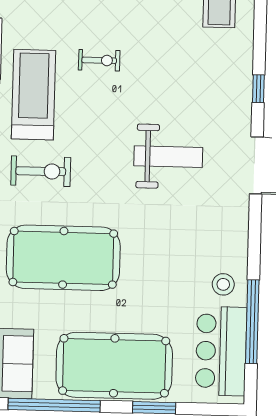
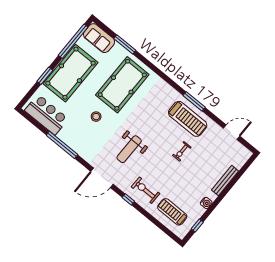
exercise bike: (41, 171) -> (145, 190), moved, turned 90
stool: (223, 284) -> (96, 117), moved
window: (252, 322) -> (62, 145), moved

